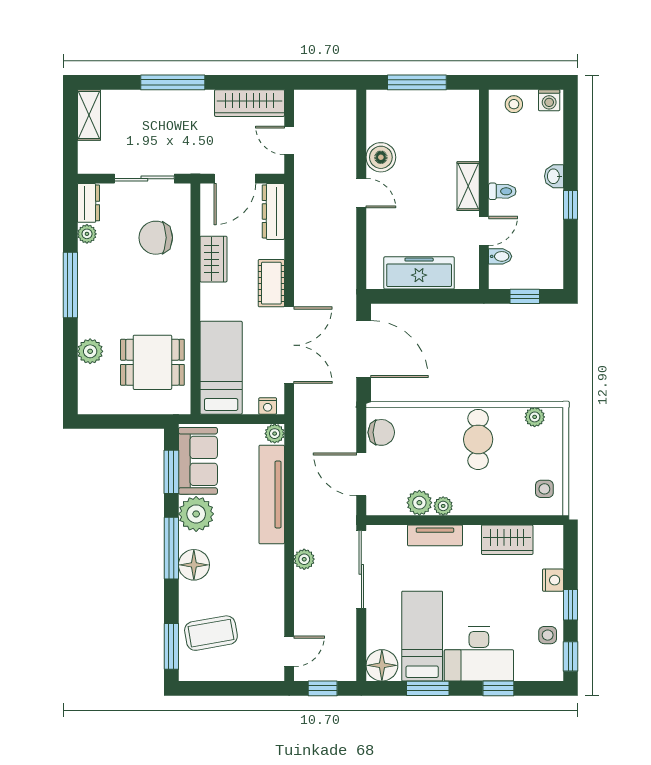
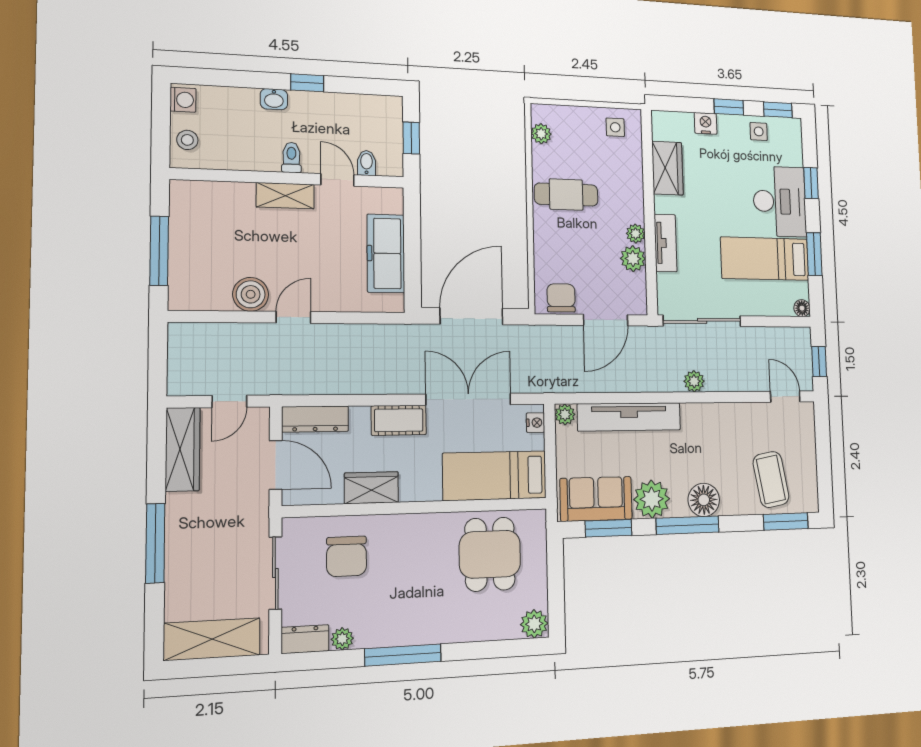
shelving: (89, 115) -> (212, 639), width x1.50, depth x1.33
plant: (90, 351) -> (534, 624), moved
floor lamp: (382, 665) -> (802, 308), width x0.53, depth x0.53

